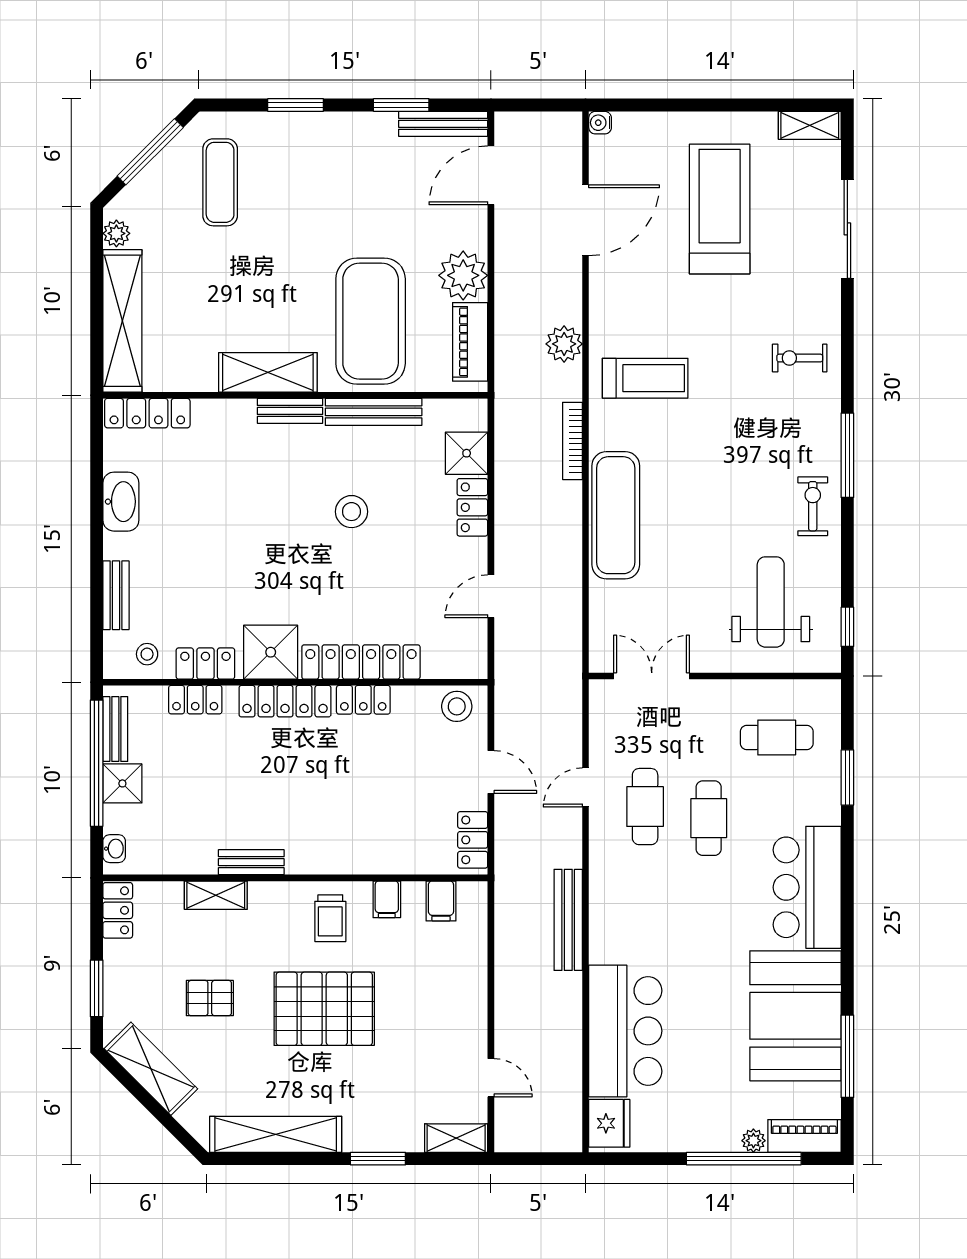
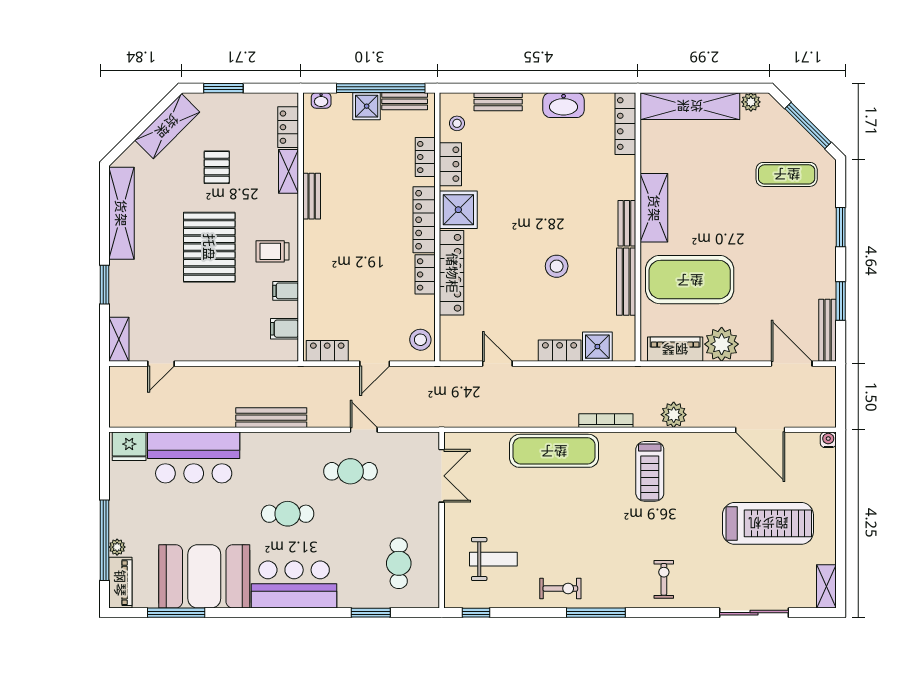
weight bench: (771, 602) -> (493, 559), width x0.73, depth x0.75
cafe table: (709, 818) -> (288, 514), moved
locker: (118, 910) -> (288, 127), moved, turned 90

